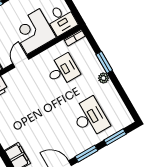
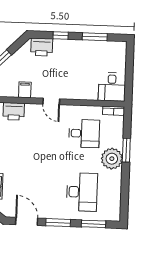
corner desk: (33, 32) -> (80, 82), removed
door: (21, 61) -> (51, 101), swing flipped
plant: (103, 78) -> (112, 159), width x1.88, depth x1.88

